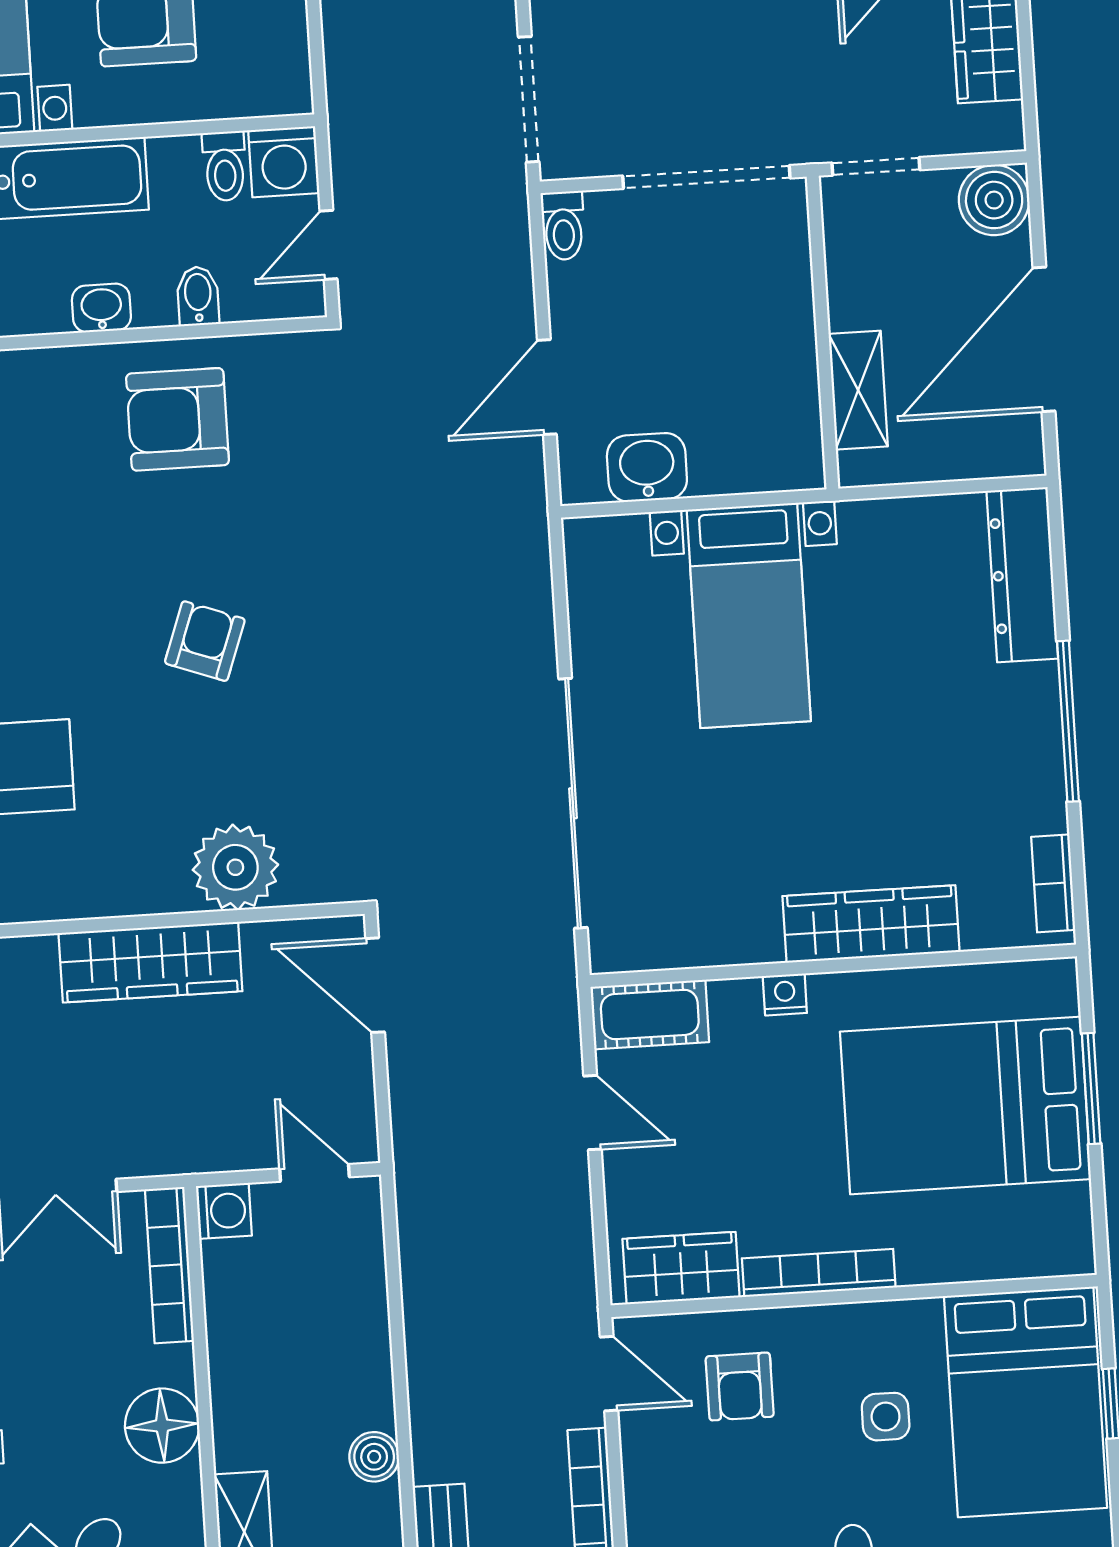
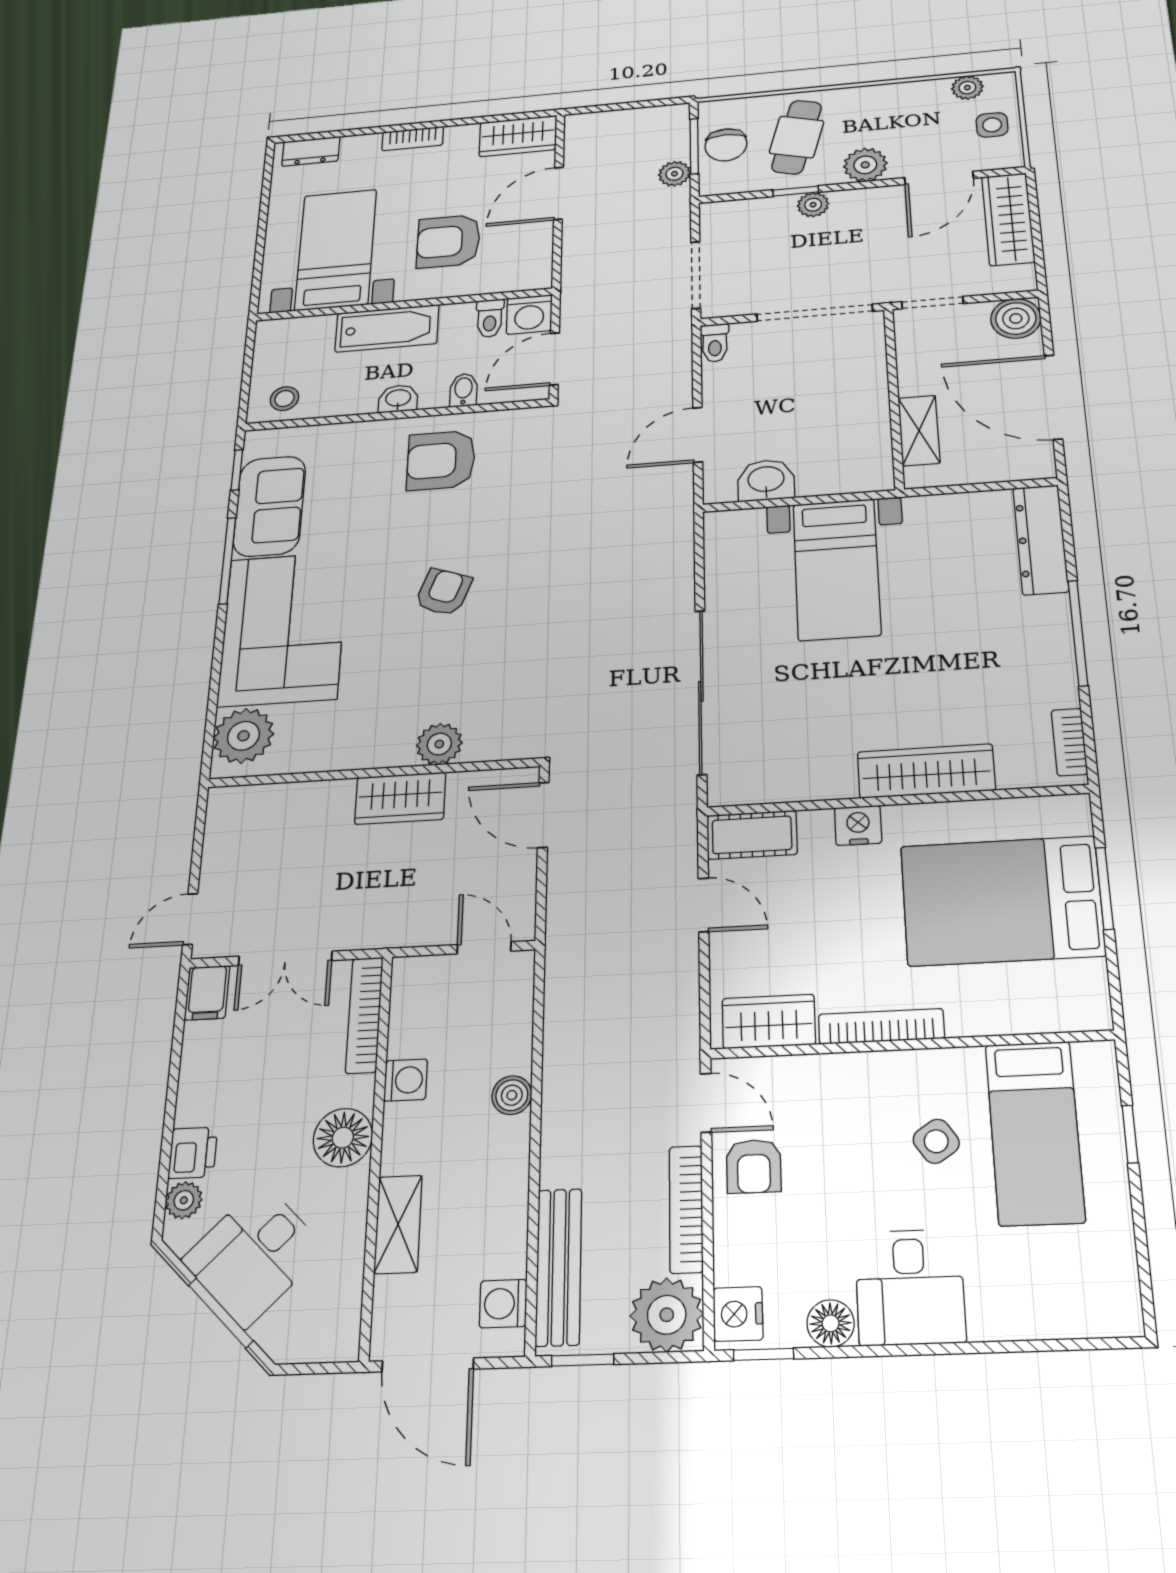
door: (329, 245) -> (554, 359), width x1.38
door: (1044, 339) -> (1053, 397), hinge flipped
plant: (235, 867) -> (439, 744), width x0.73, depth x0.73
wardrobe: (150, 962) -> (400, 798), width x0.67
nightstand: (785, 994) -> (858, 825), width x1.39, depth x1.35
washing machine: (224, 1211) -> (406, 1080), moved
armchair: (740, 1387) -> (754, 1166), moved
bed: (1026, 1402) -> (1035, 1132), width x0.67
side table: (886, 1417) -> (936, 1141), turned -34
boiler: (374, 1457) -> (512, 1095), moved

